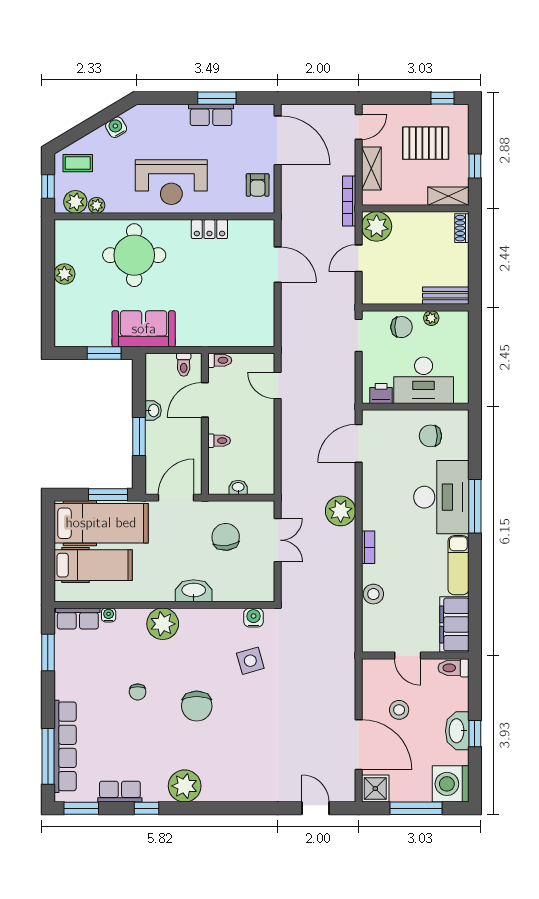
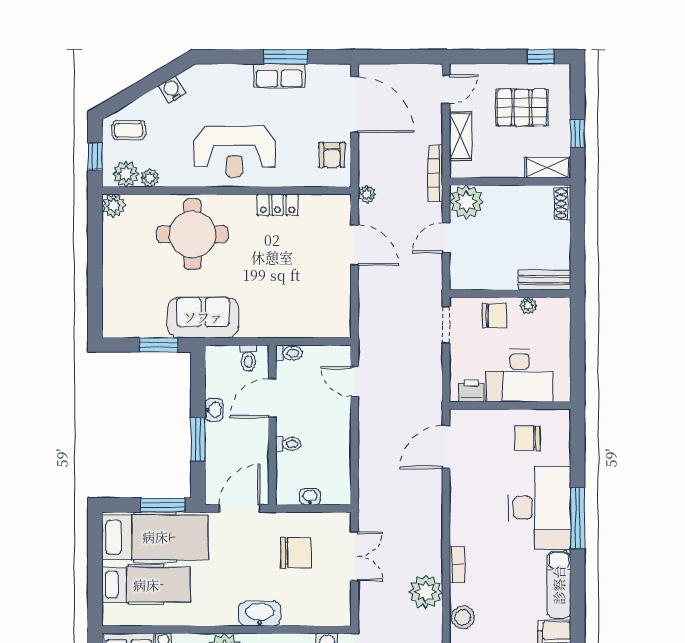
plant: (289, 220) -> (367, 194), added
plant: (64, 274) -> (114, 206), moved
plant: (341, 511) -> (426, 592), moved
chair: (226, 537) -> (296, 553), turned 96

